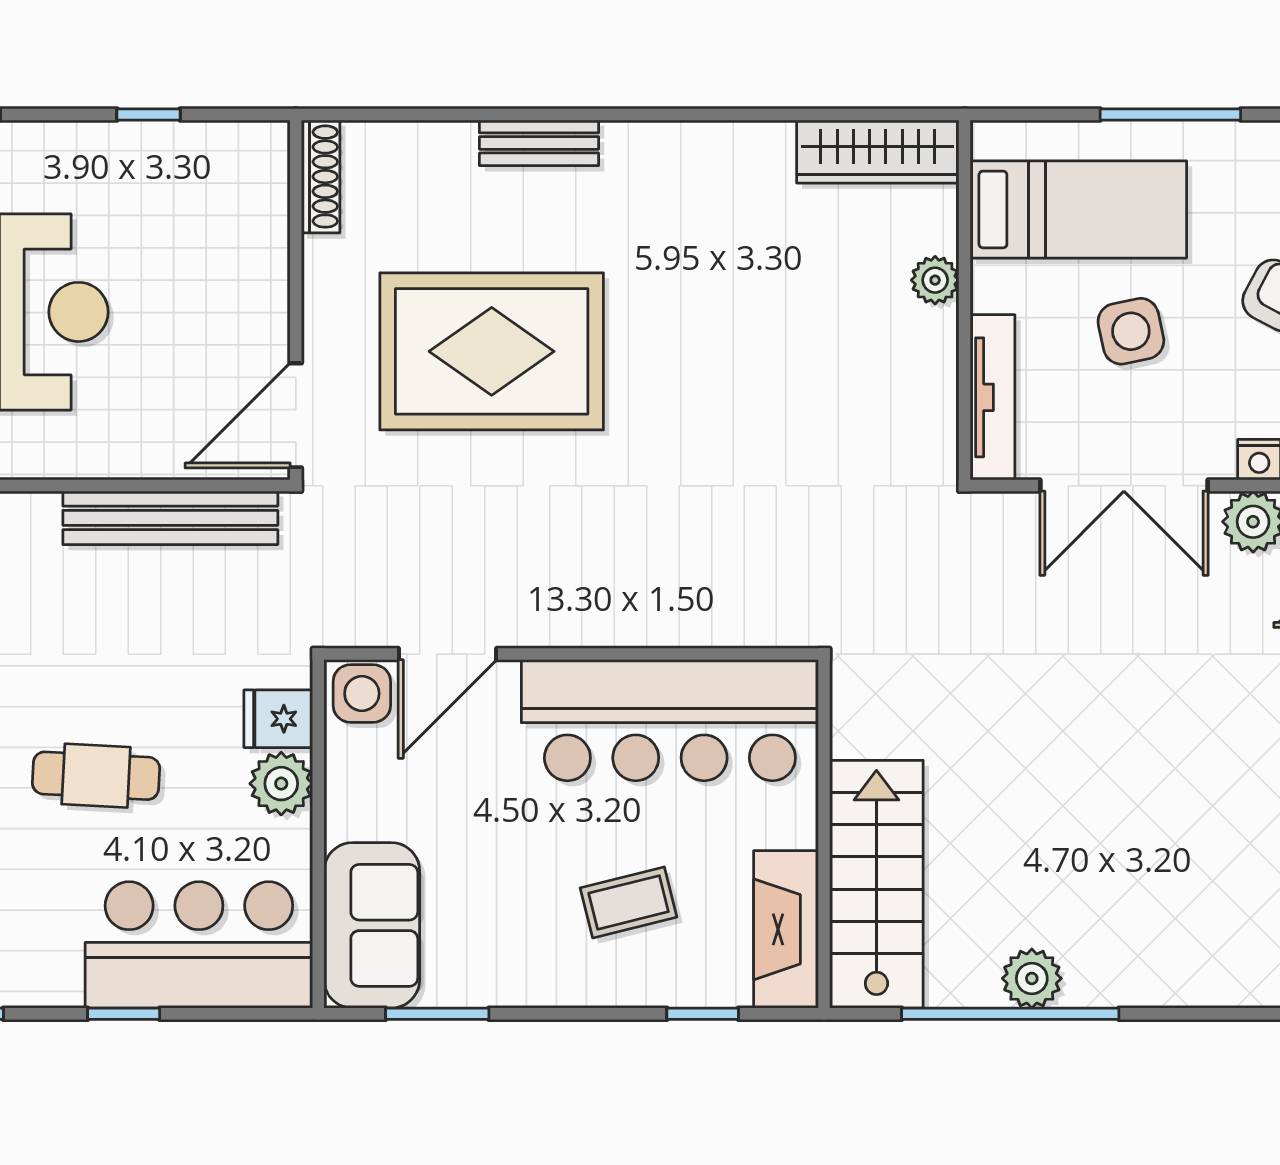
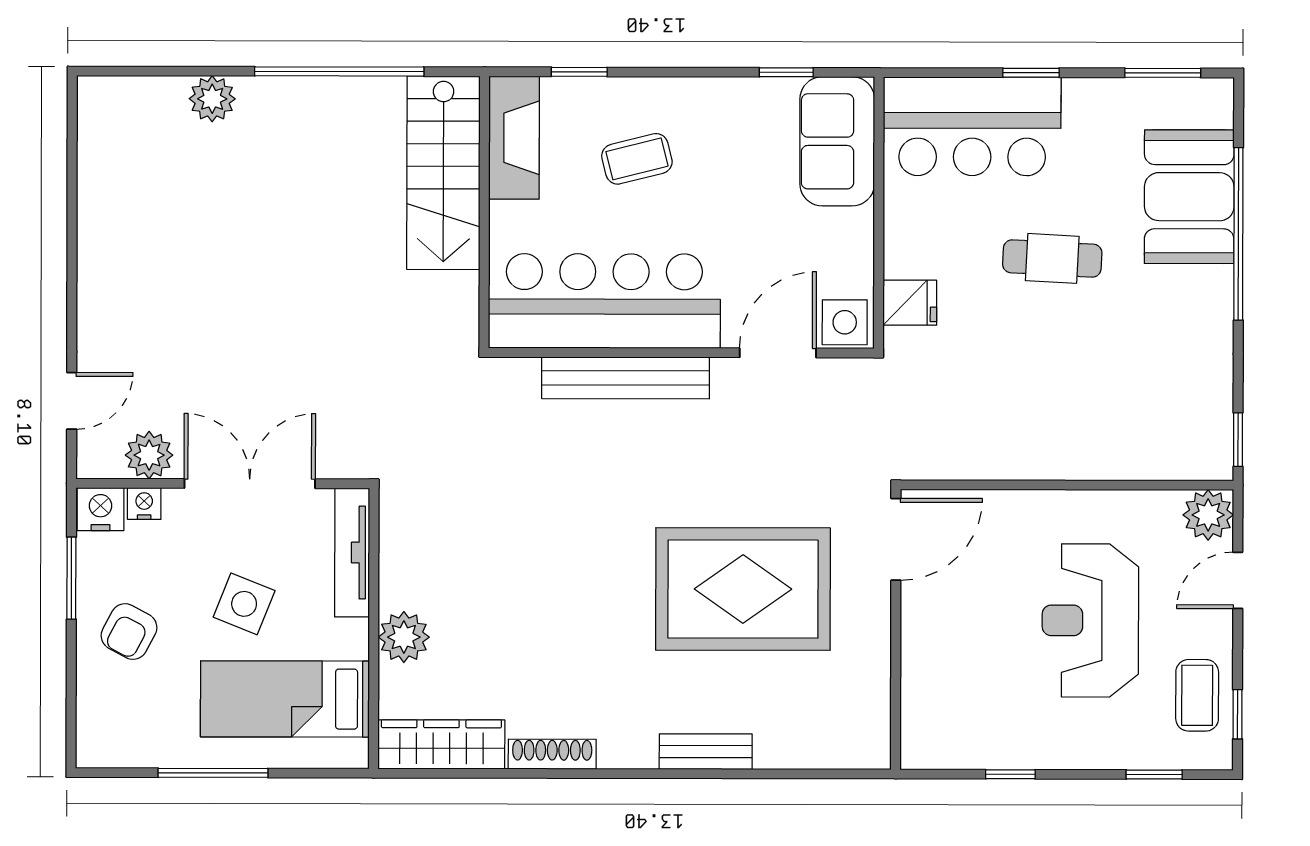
shoe rack: (321, 177) -> (552, 754), moved, turned 90
plant: (935, 280) -> (404, 637), width x1.38, depth x1.38
side table: (1131, 331) -> (244, 604), turned 34
bench: (170, 518) -> (626, 378), moved
plant: (281, 784) -> (908, 252), removed
plant: (1032, 978) -> (212, 99), moved
window: (437, 1014) -> (786, 72), width x0.67

